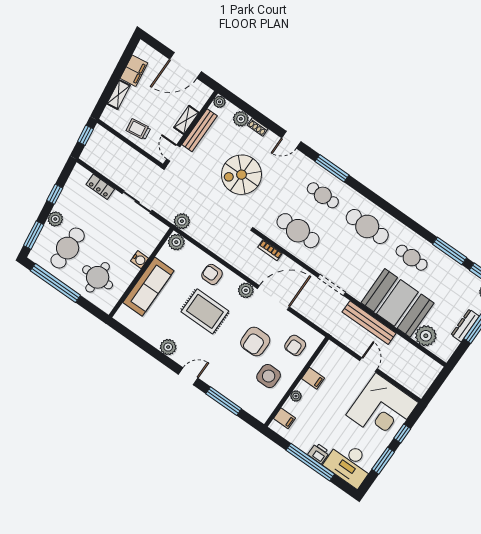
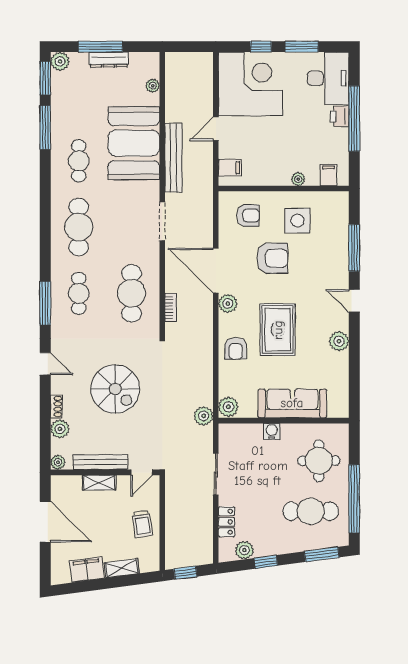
plant: (55, 219) -> (244, 550), moved
plant: (426, 336) -> (153, 86), width x0.53, depth x0.53
filing cabinet: (313, 378) -> (230, 168), moved, turned 90

